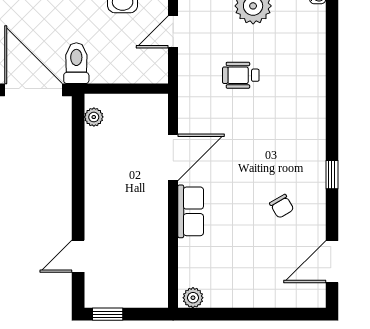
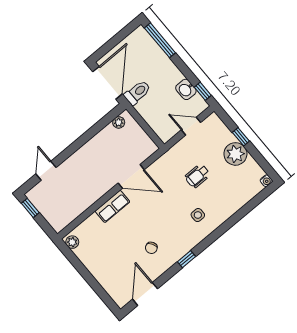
wheelchair: (241, 75) -> (198, 176), turned -90
side table: (289, 115) -> (198, 215), added
door: (78, 256) -> (46, 171), hinge flipped
door: (332, 262) -> (145, 294), hinge flipped

